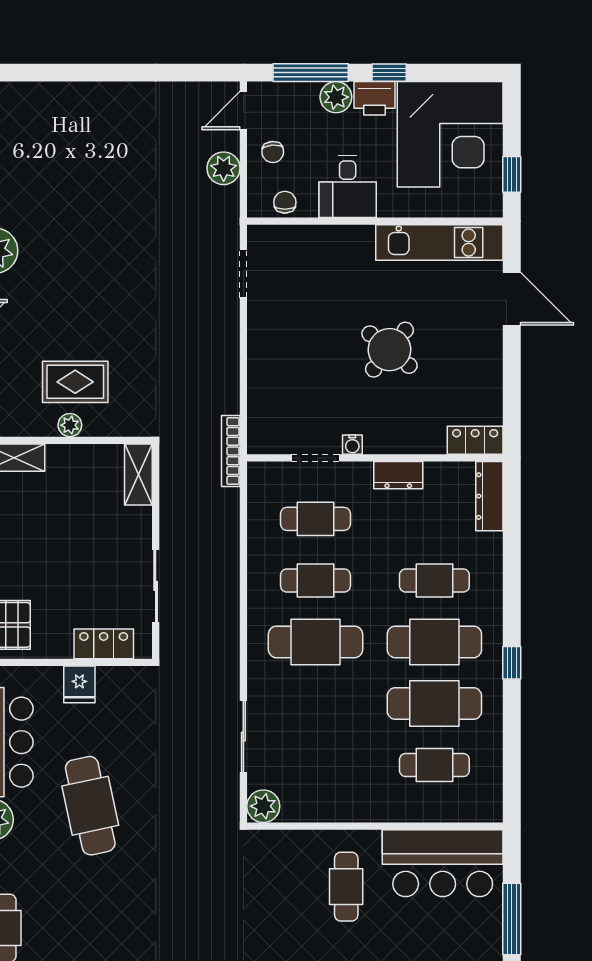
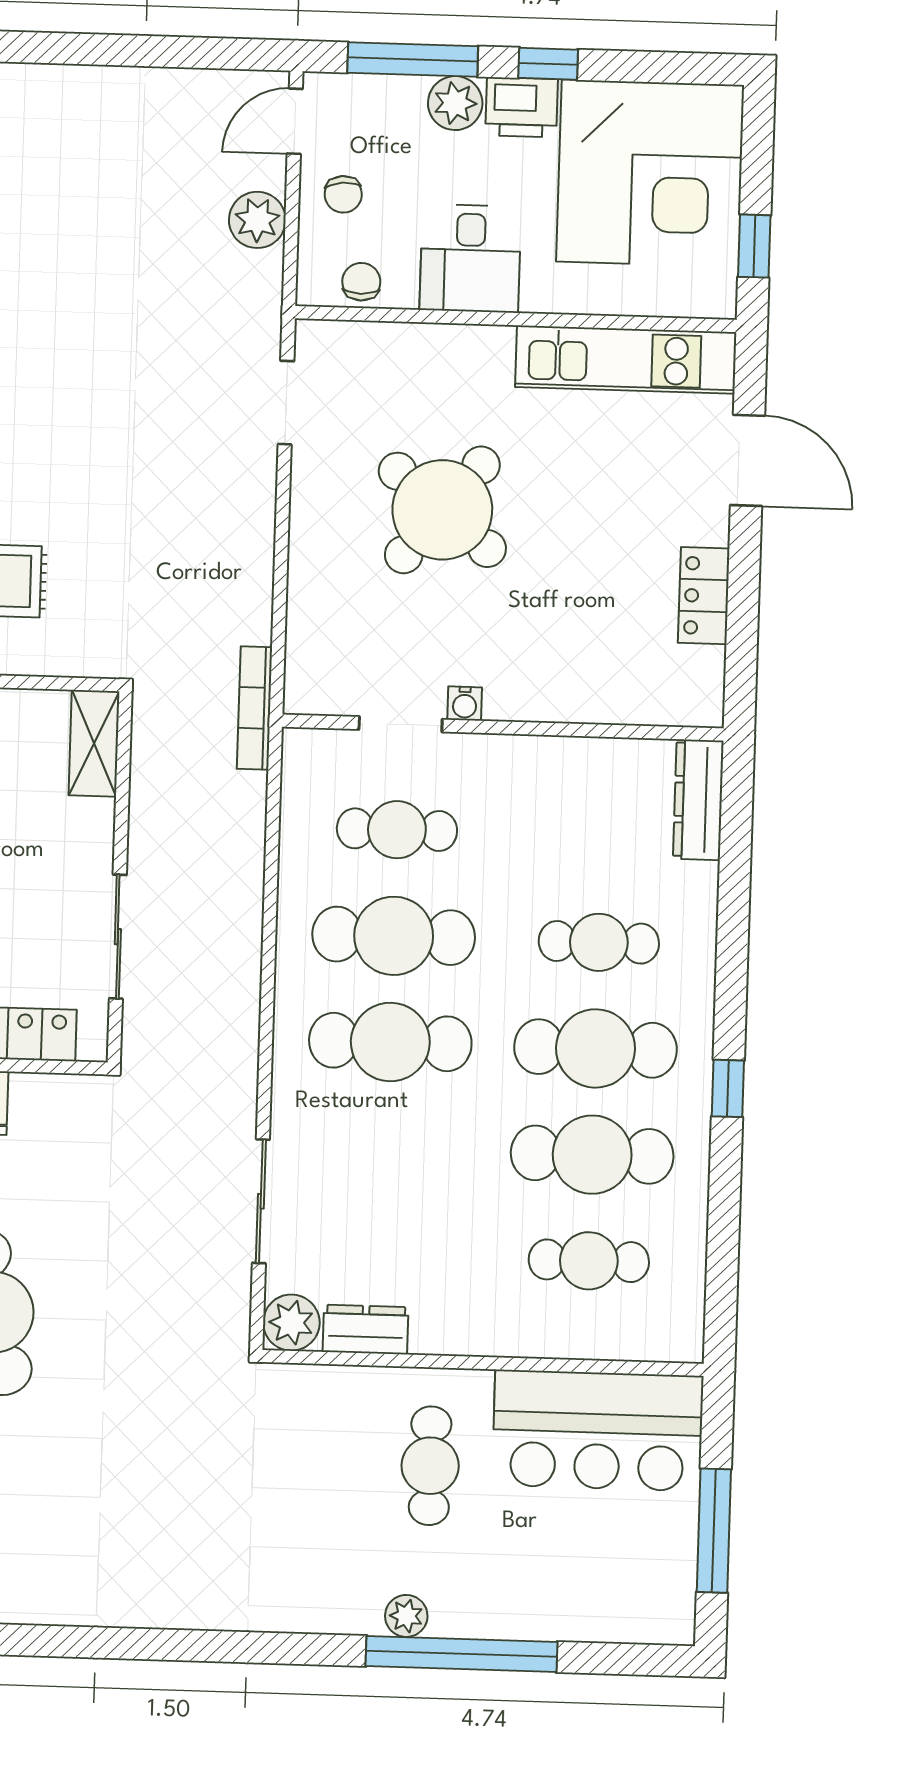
round table: (389, 350) -> (442, 510), moved, width x1.36, depth x1.36
locker: (475, 440) -> (704, 596), moved, turned -90
dresser: (398, 475) -> (366, 1329), moved, turned 180
cafe table: (315, 580) -> (394, 936), width x1.37, depth x1.35

